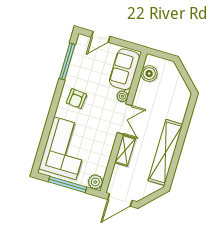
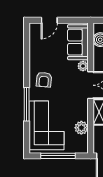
window: (67, 62) -> (27, 104), moved
plant: (95, 182) -> (81, 128), moved

